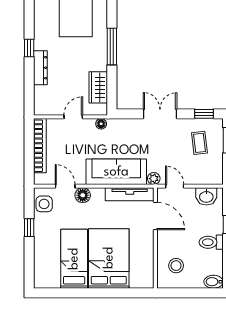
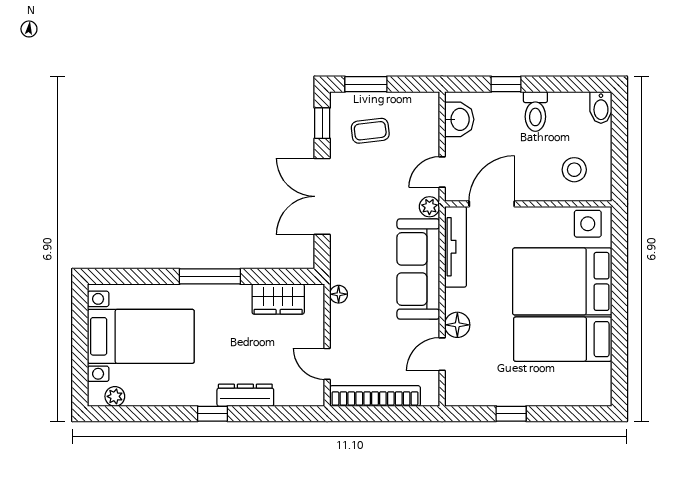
double door: (160, 114) -> (322, 196), width x1.37
door: (73, 117) -> (327, 364), moved
side table: (44, 204) -> (588, 224), moved

